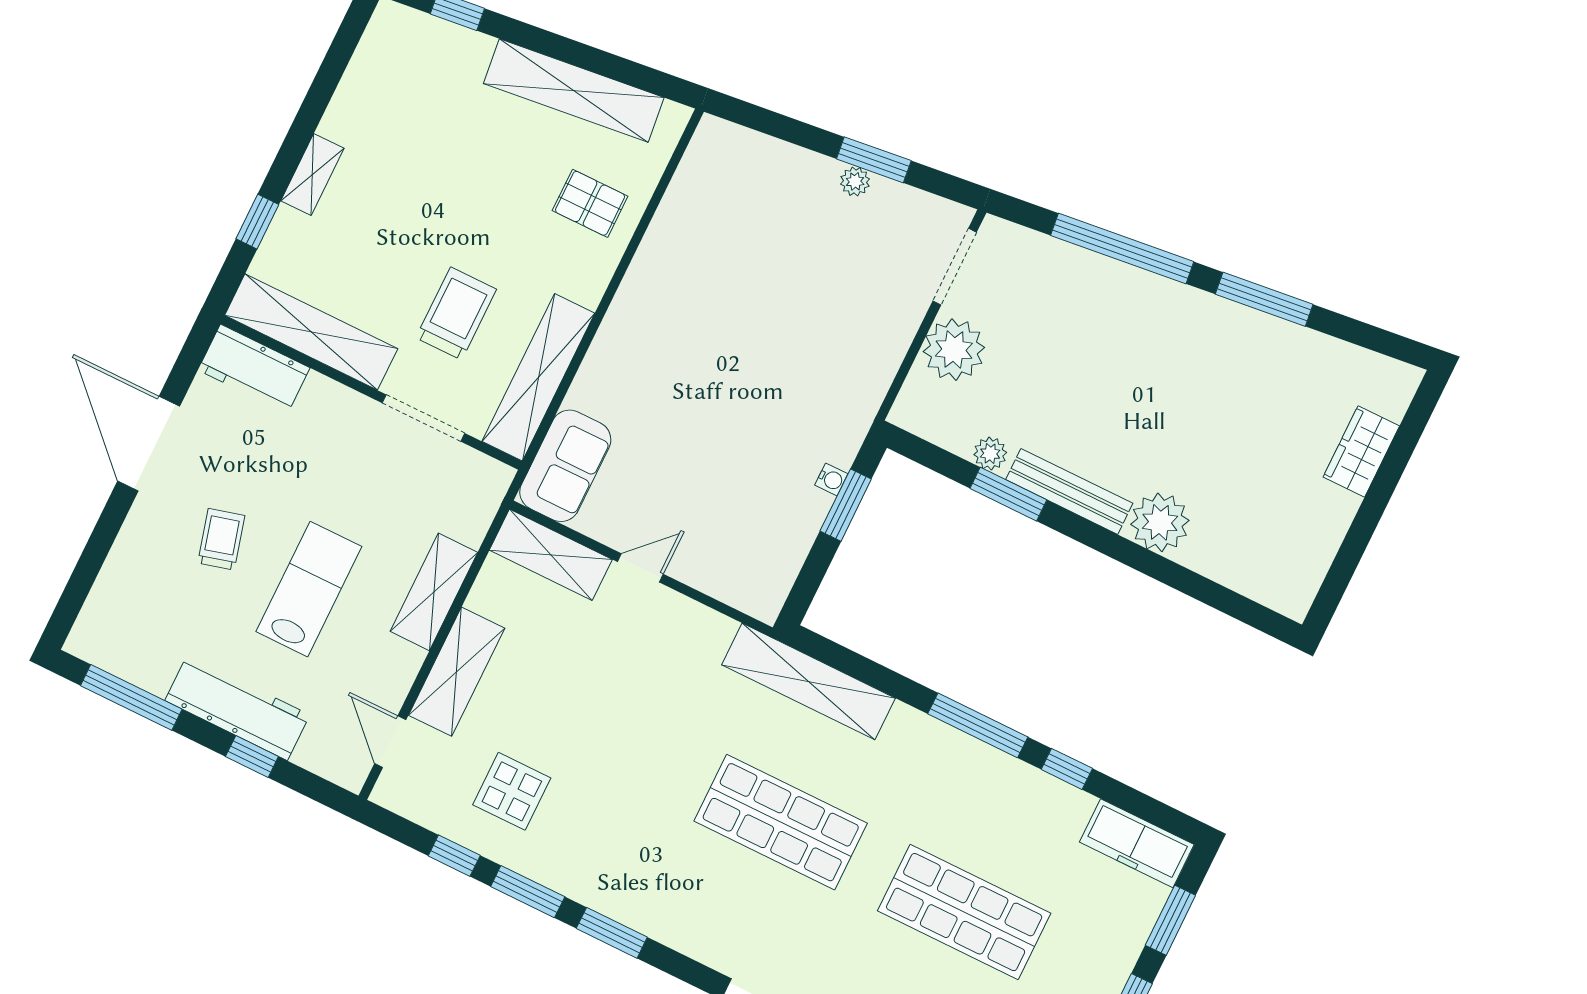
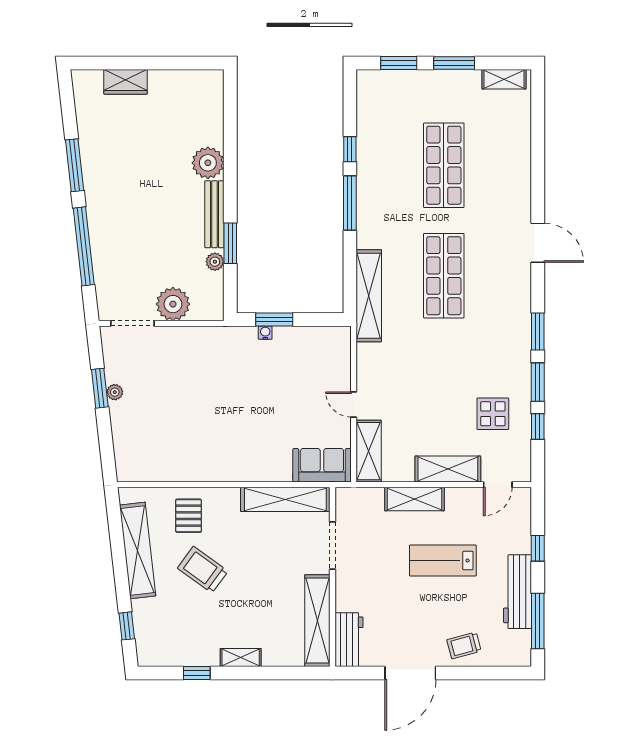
window: (257, 222) -> (197, 673), moved
trolley: (456, 313) -> (203, 570), moved, turned 36
trolley: (221, 539) -> (464, 645), moved
workbench: (237, 708) -> (518, 592), moved
freezer: (1137, 843) -> (369, 98), removed

